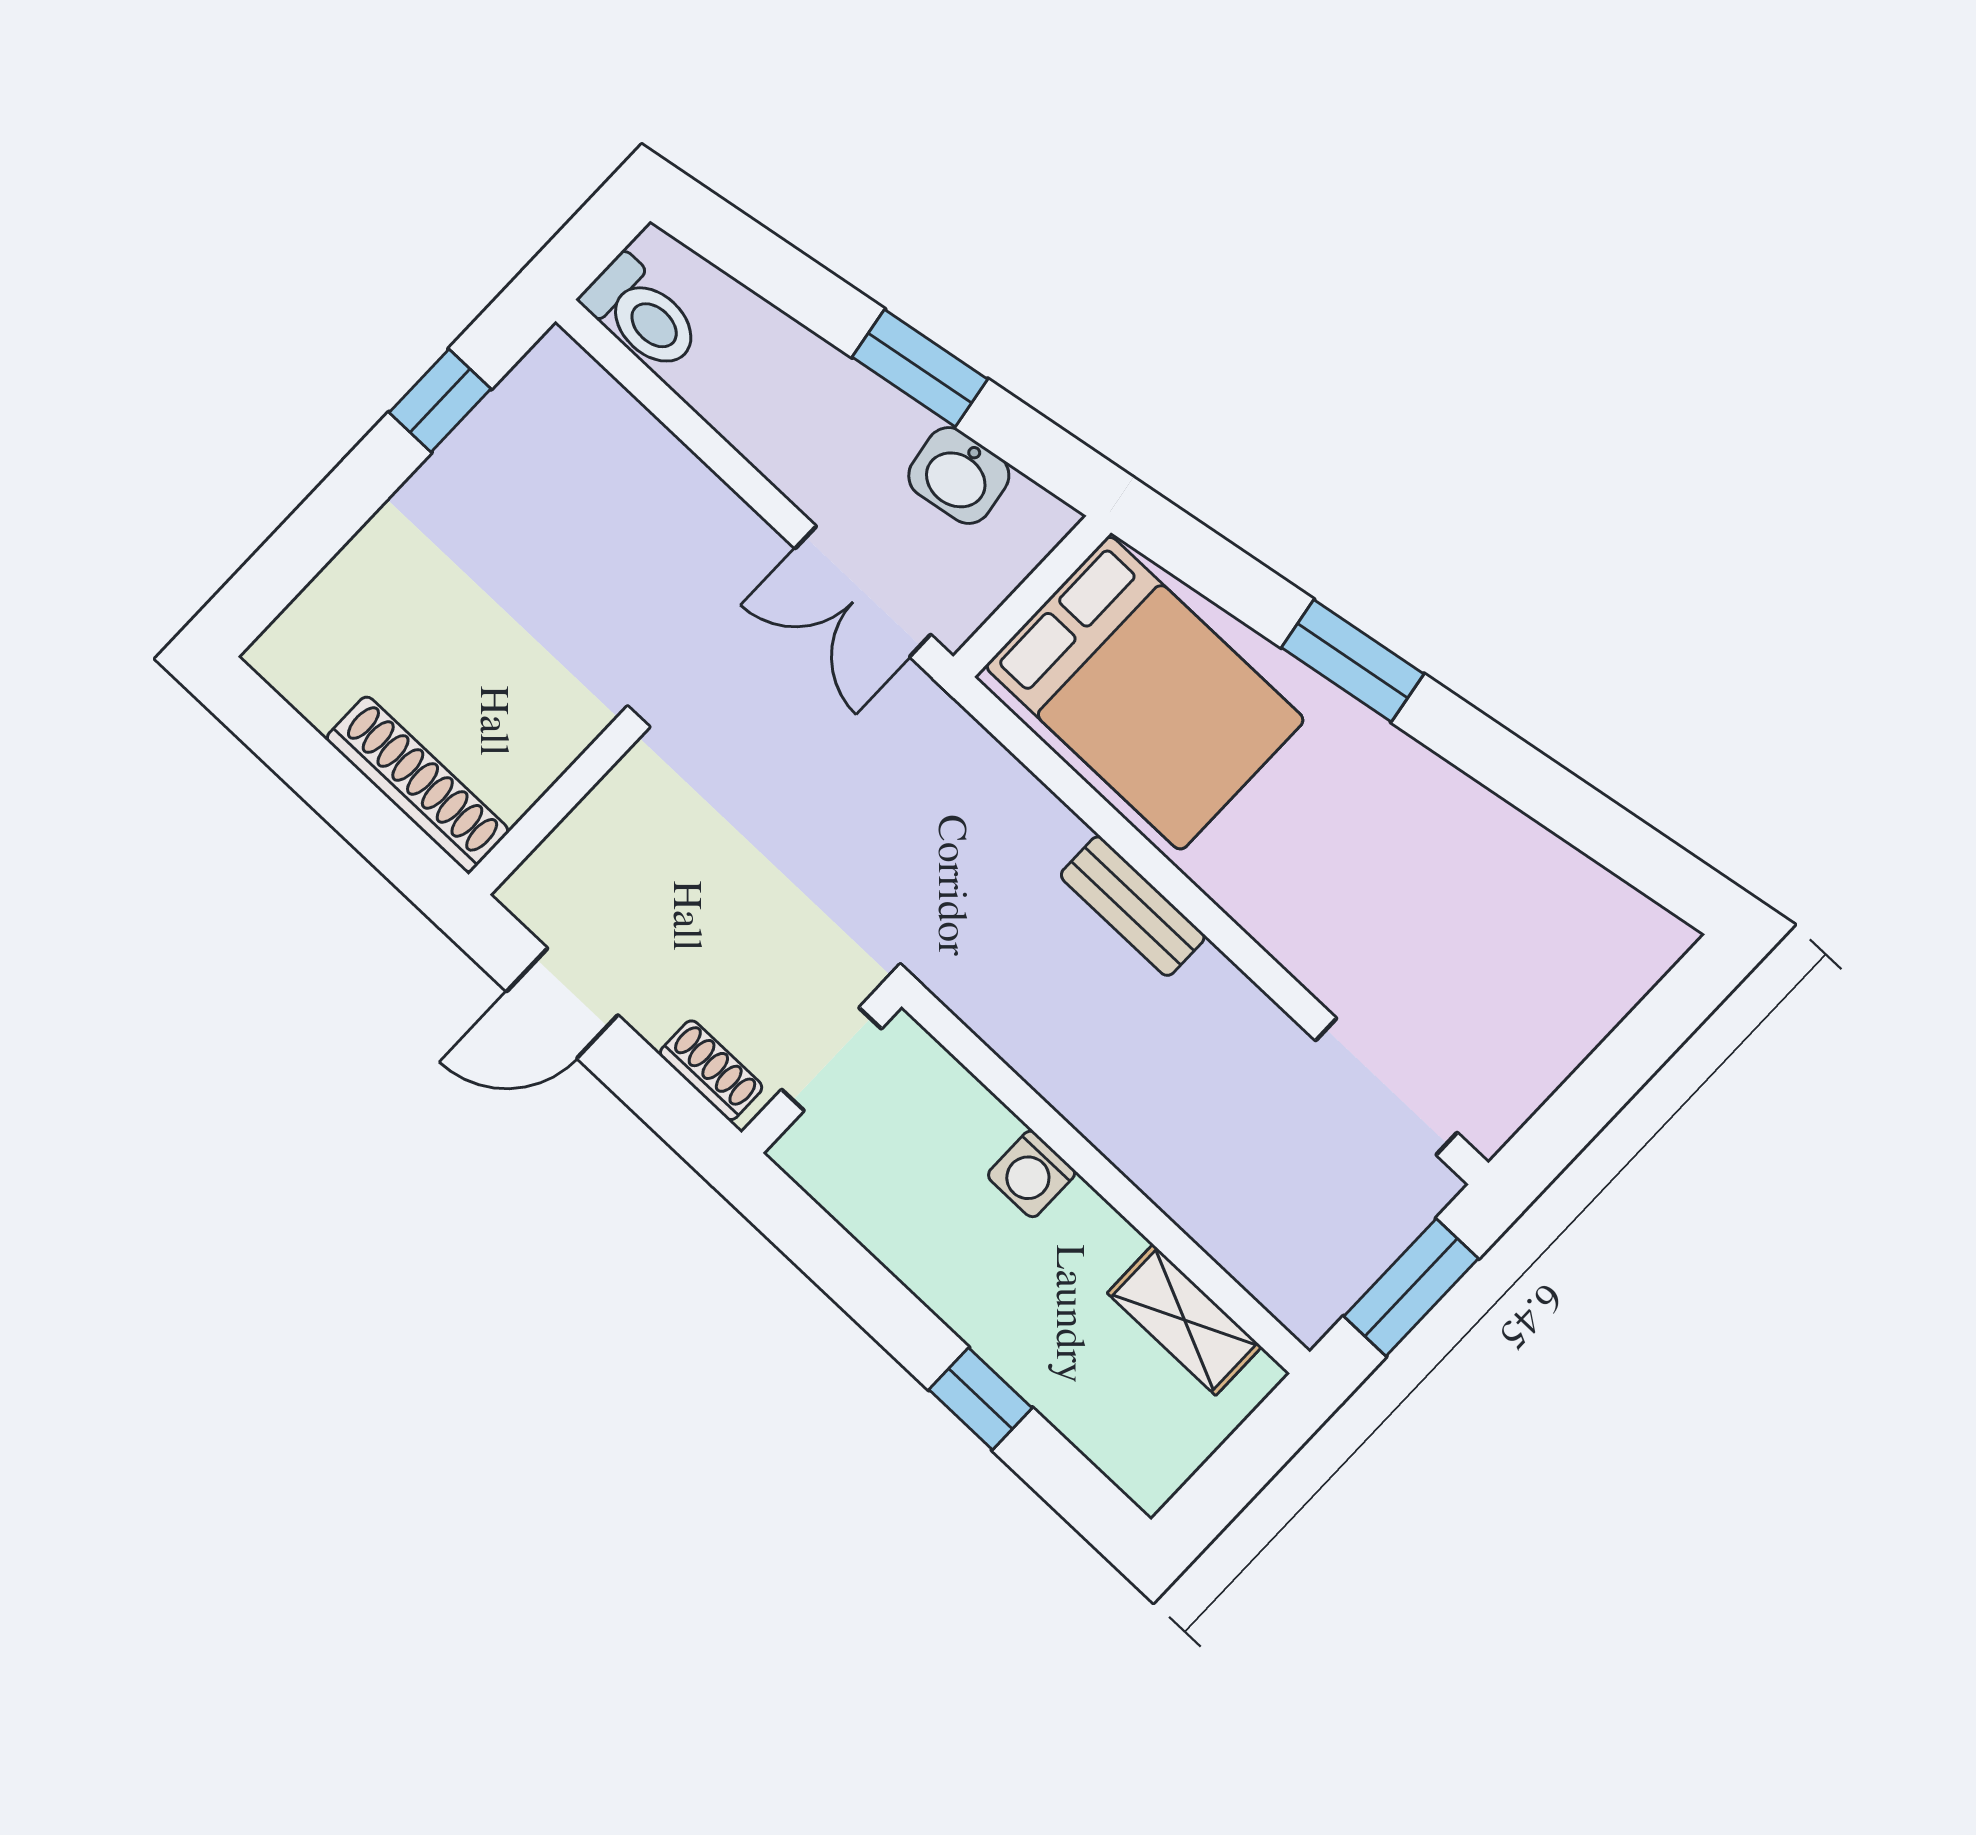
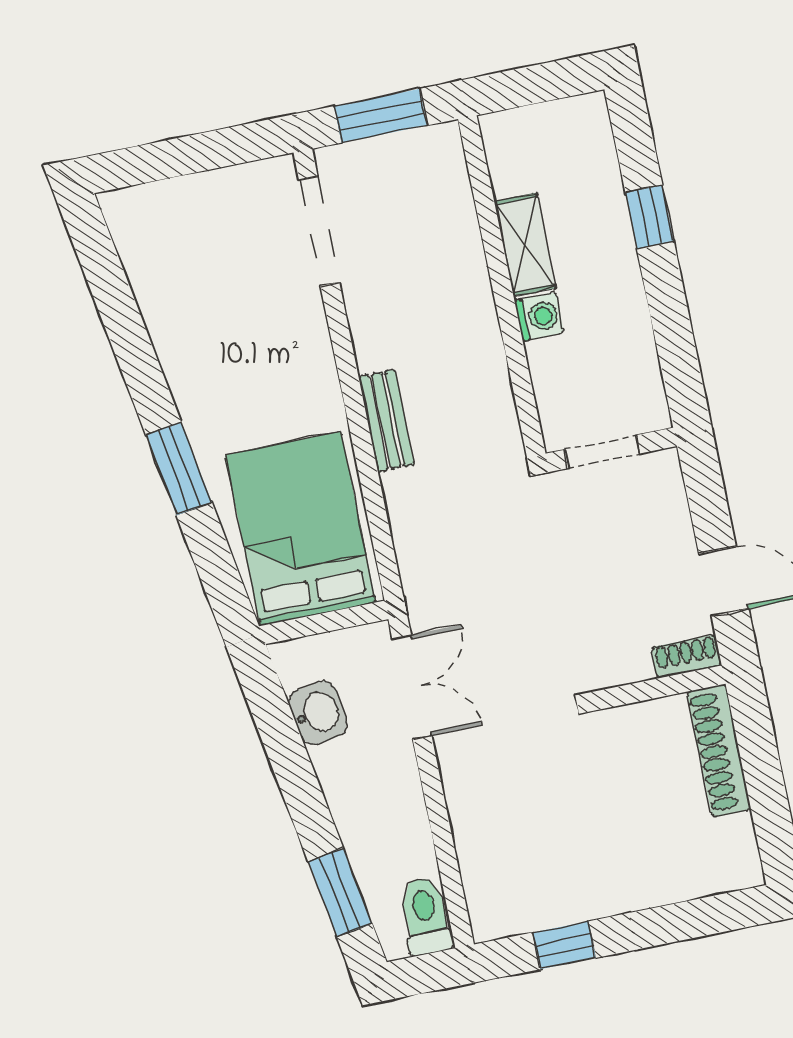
window: (920, 368) -> (340, 893), moved
shoe rack: (711, 1070) -> (686, 656), moved, turned 90
shelving: (1184, 1320) -> (525, 245), moved

